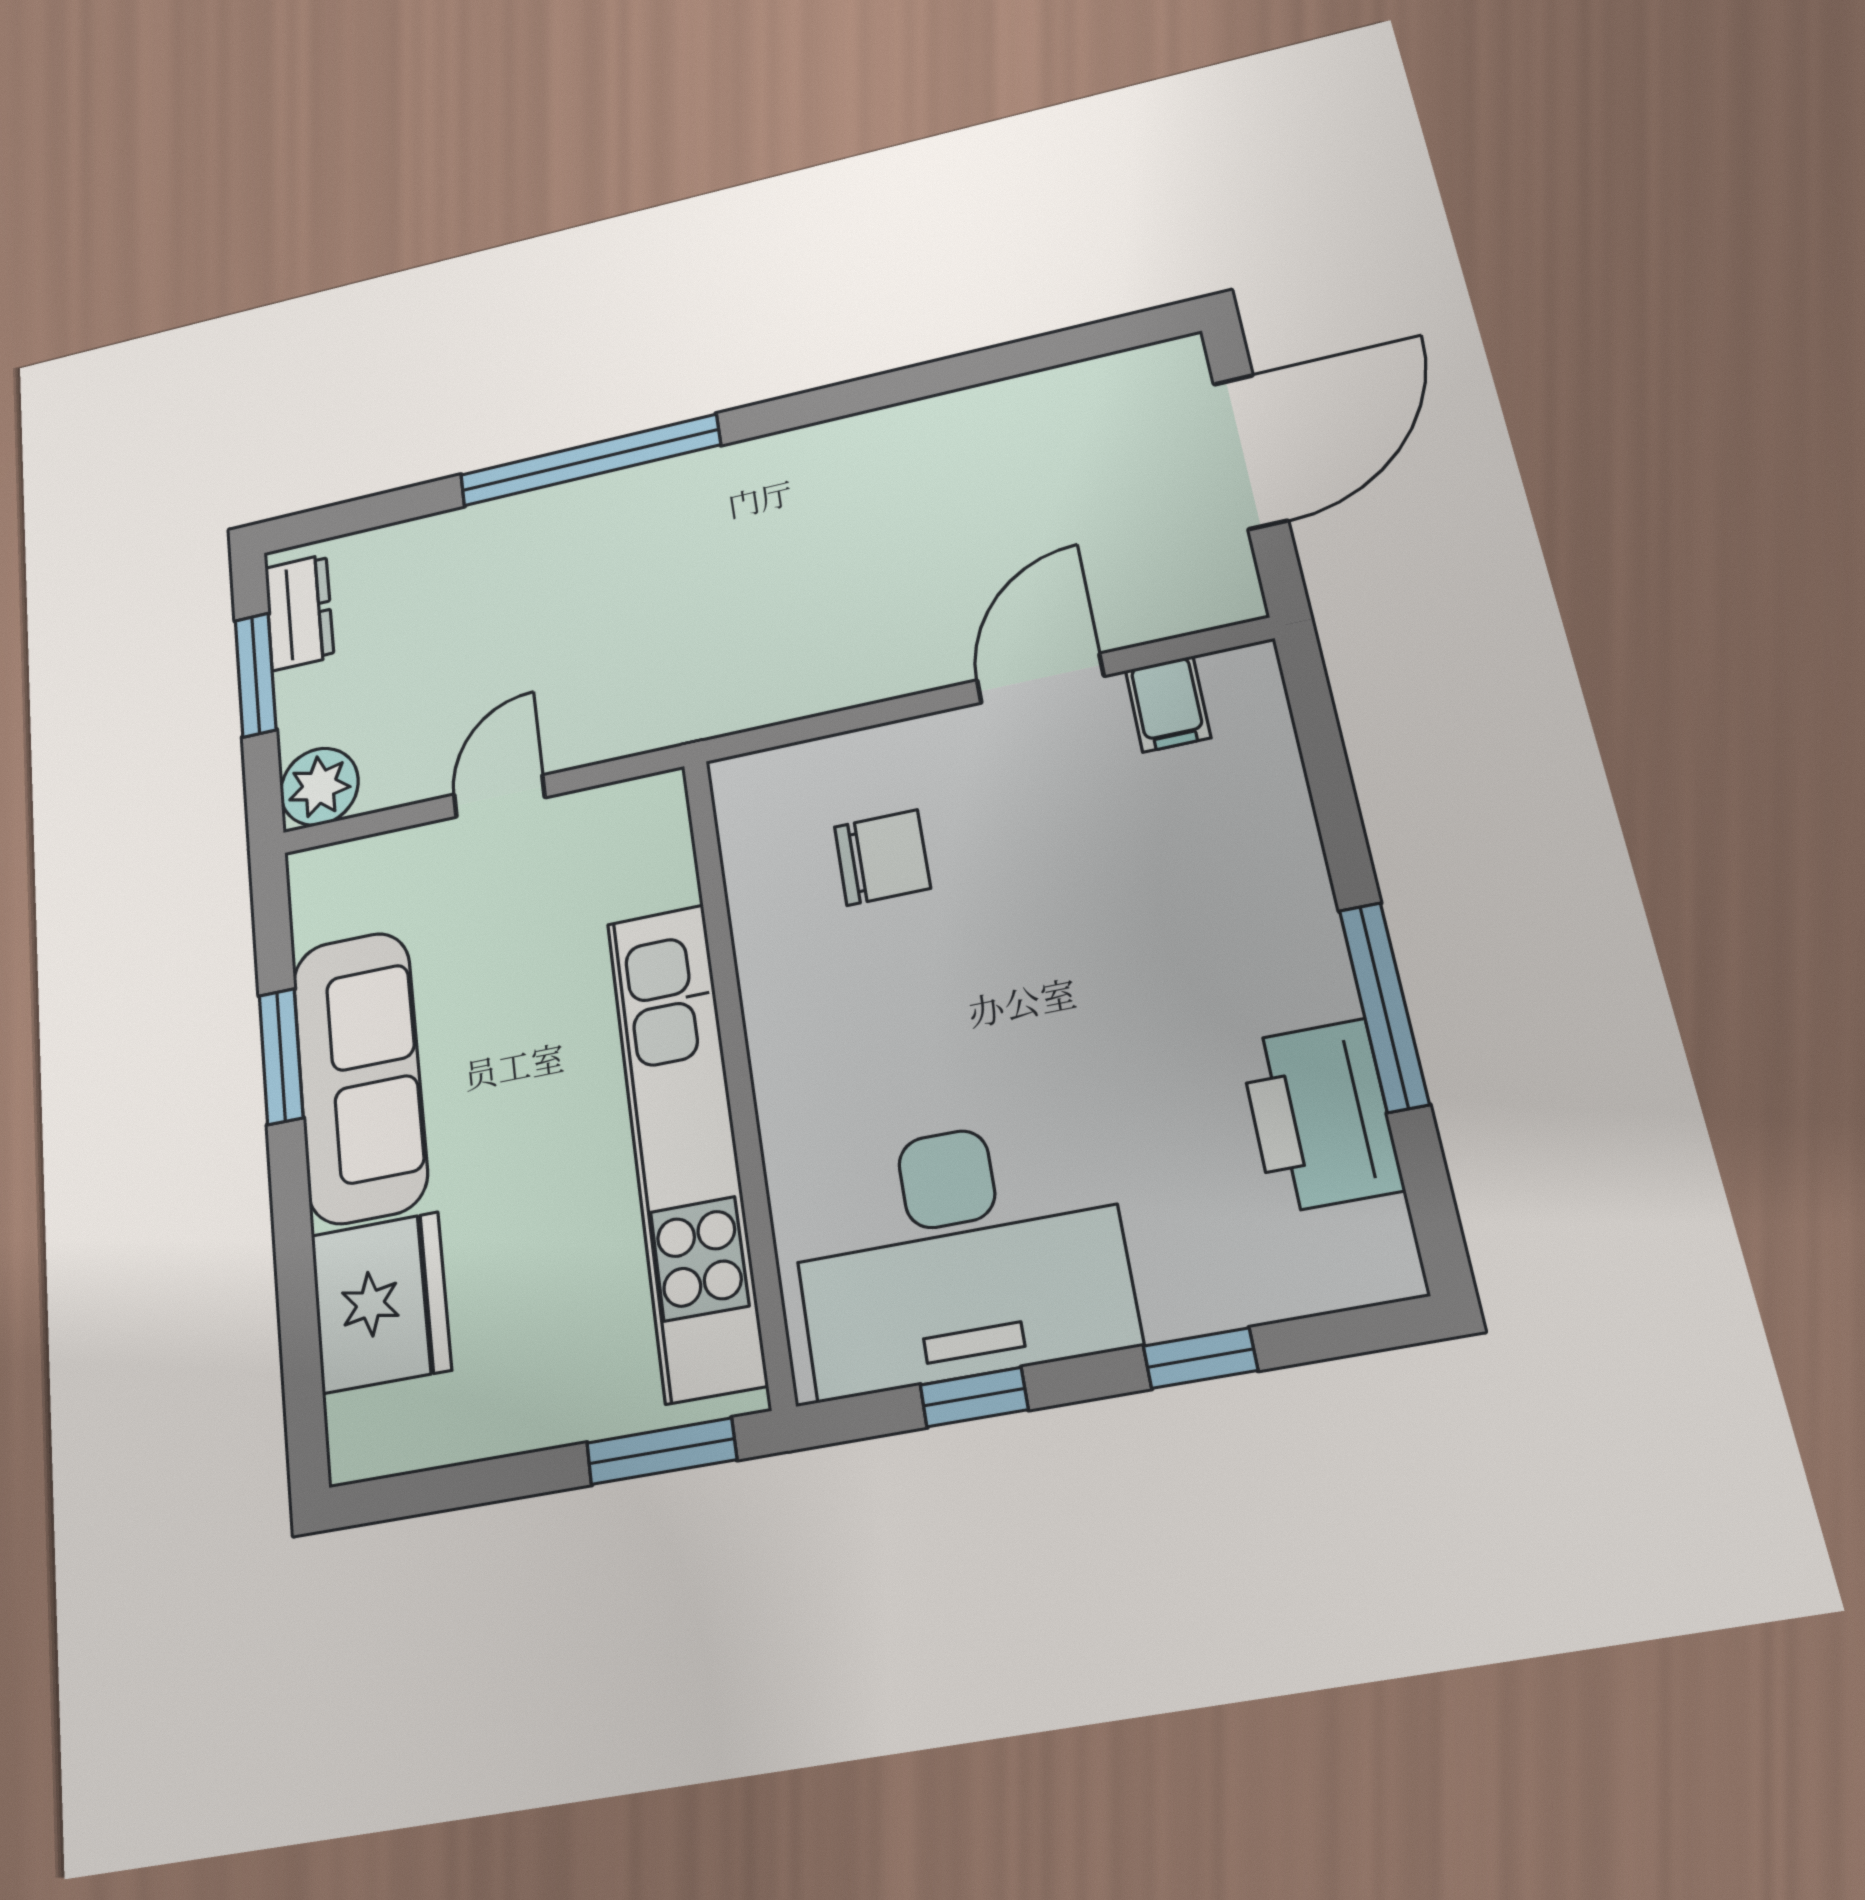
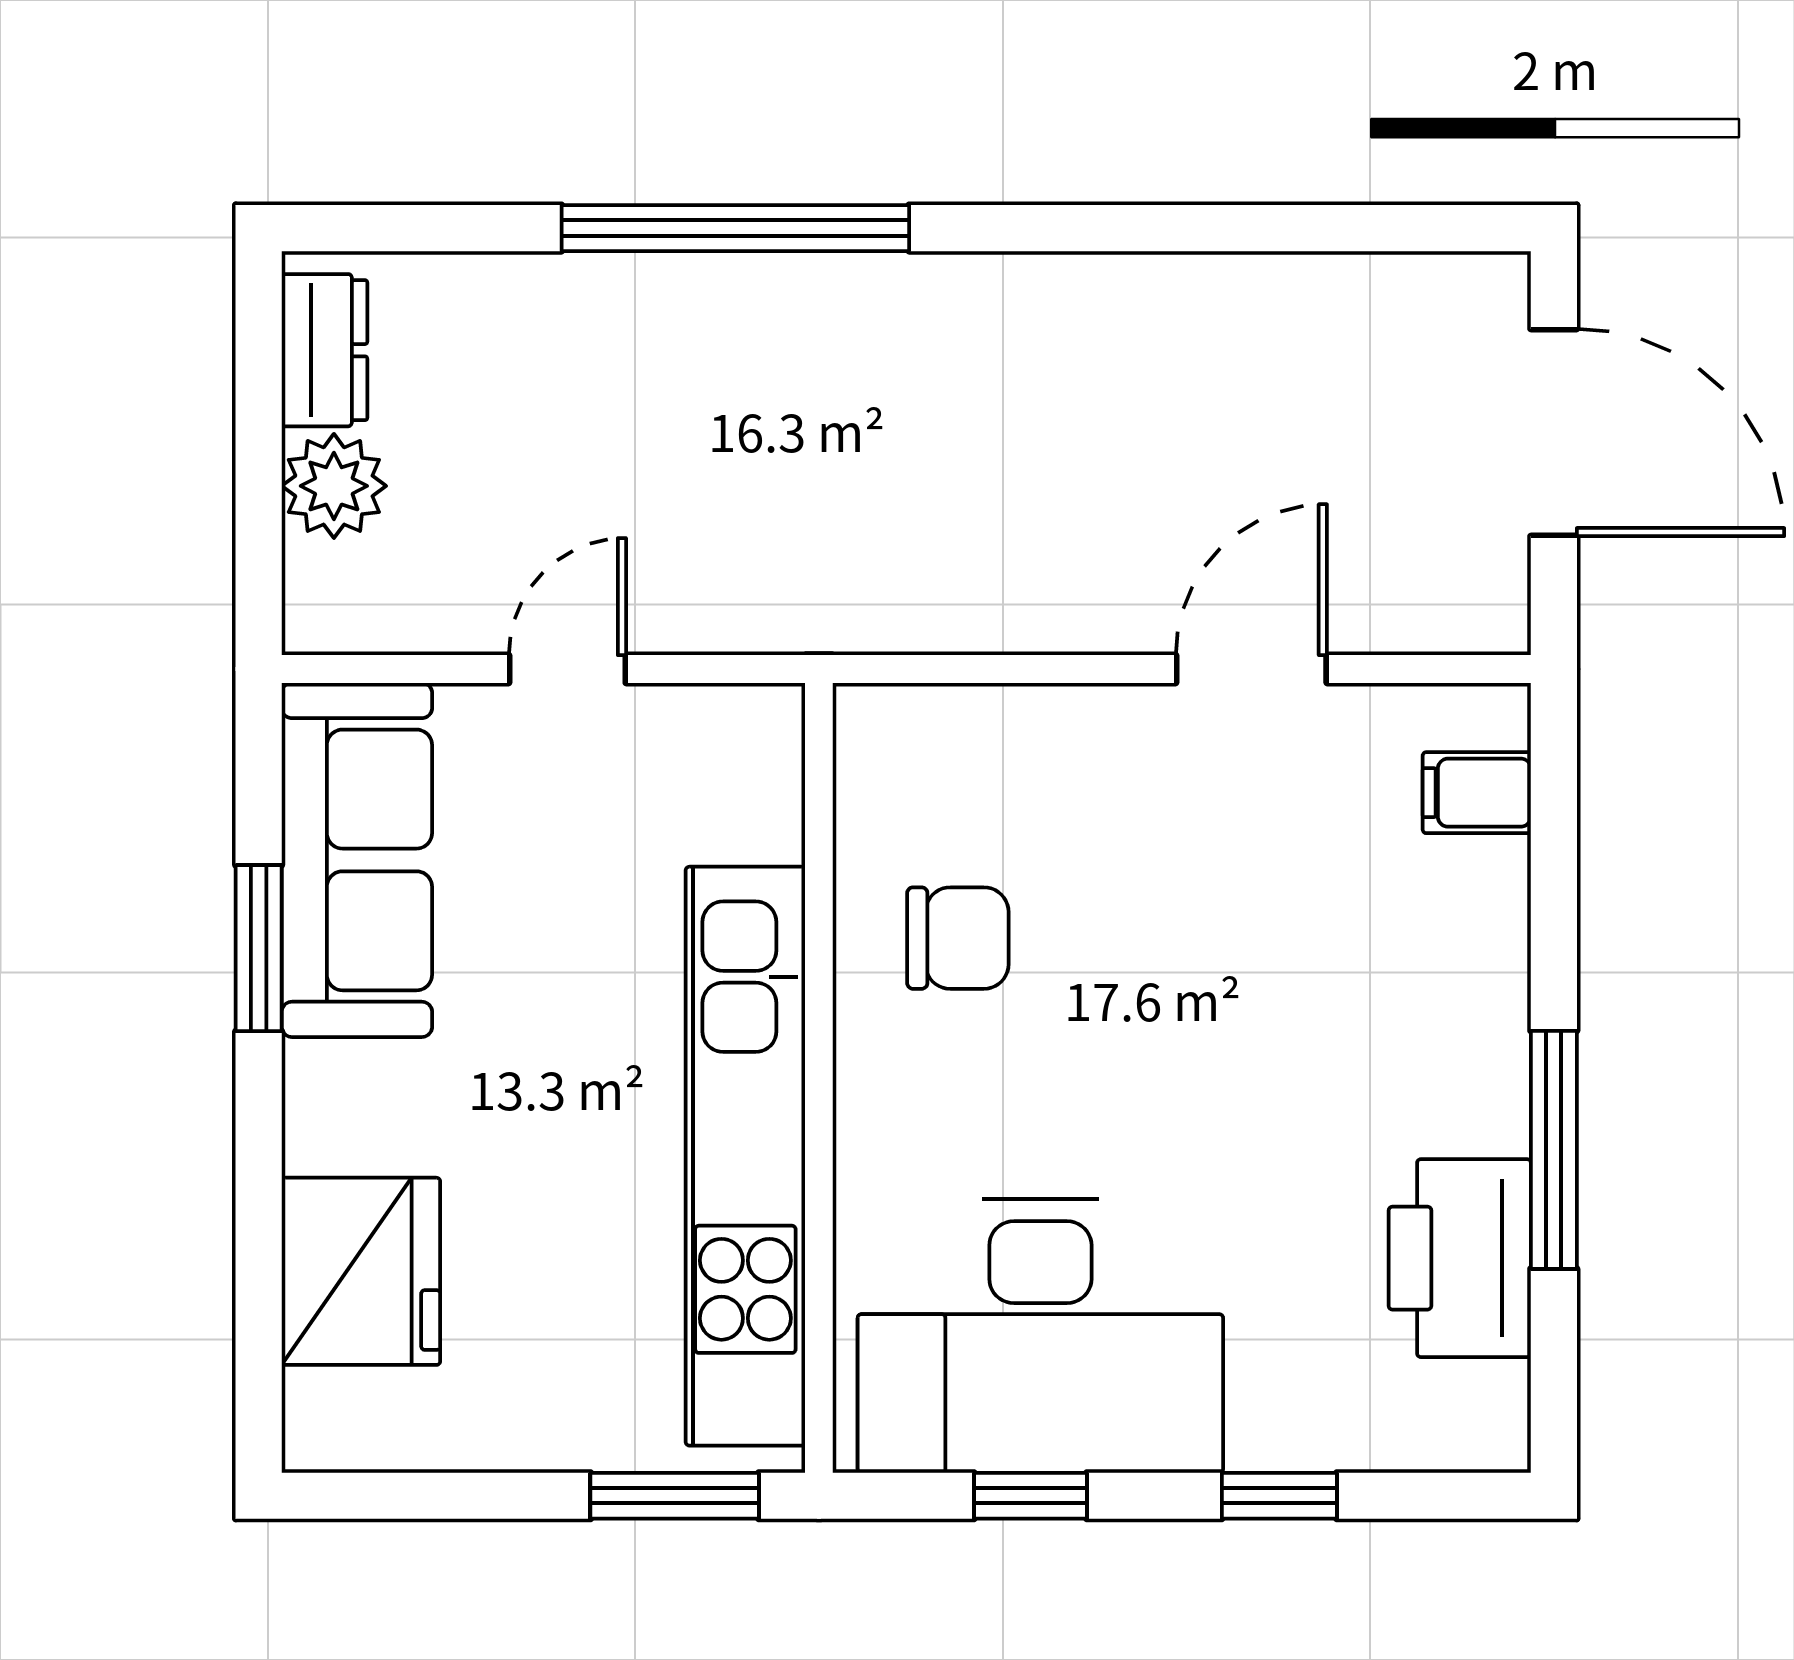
door: (1251, 452) -> (1554, 433), hinge flipped
window: (256, 675) -> (259, 426), removed
filing cabinet: (1168, 704) -> (1477, 793), moved, turned 90
plant: (319, 787) -> (334, 486), moved
chair: (882, 857) -> (958, 938), moved
sofa: (359, 1076) -> (357, 860), moved

